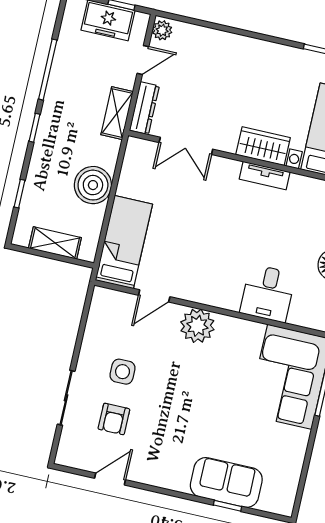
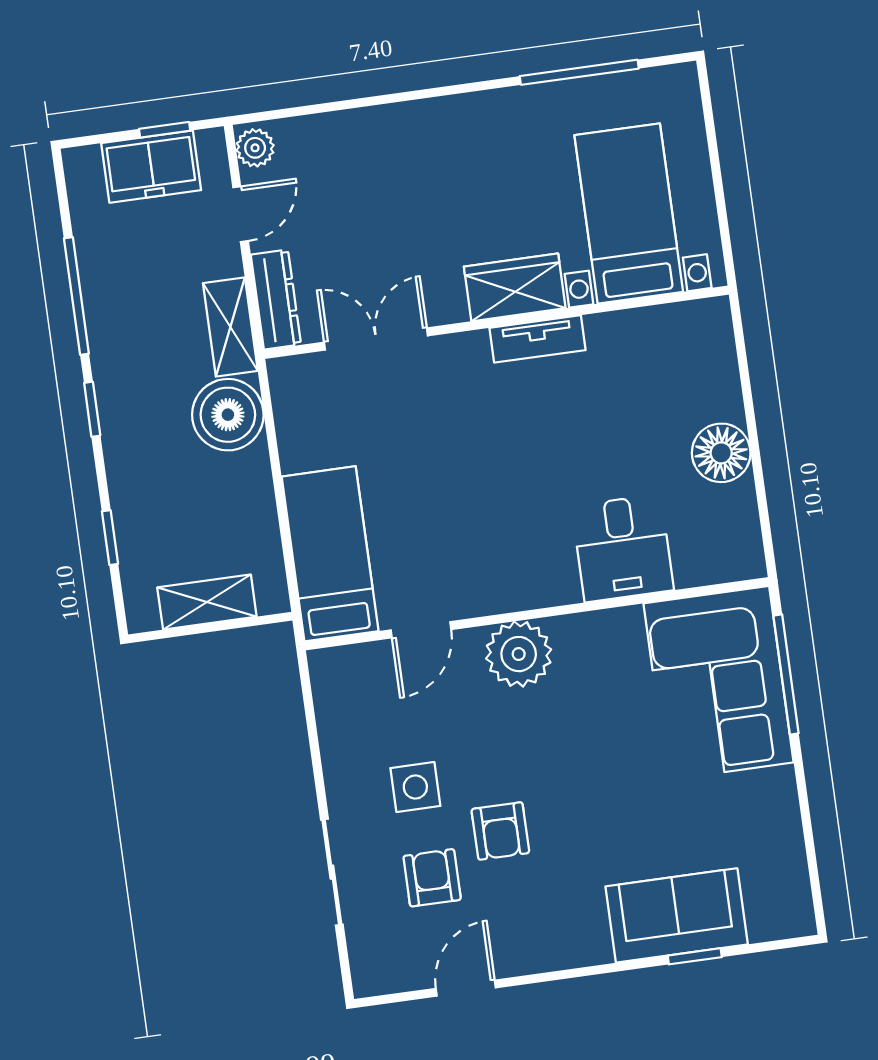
double door: (186, 146) -> (376, 339), swing flipped
boiler: (93, 185) -> (228, 415), moved
armchair: (156, 409) -> (500, 831), added
armchair: (114, 419) -> (432, 878), turned 180

